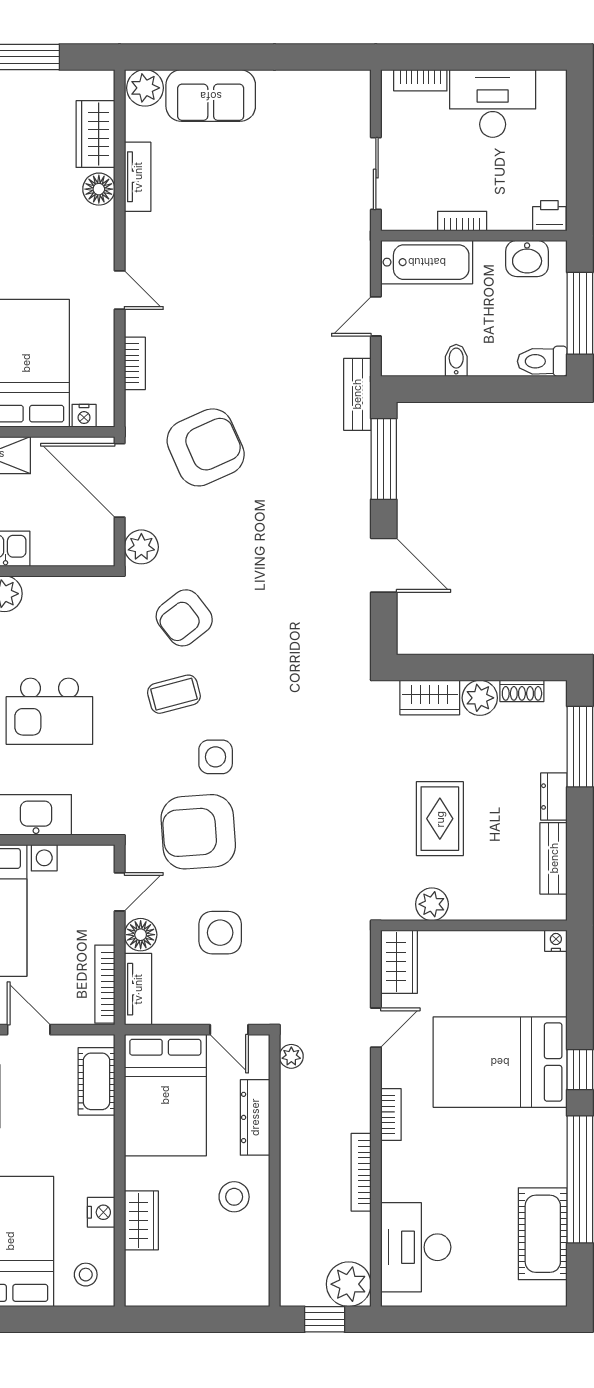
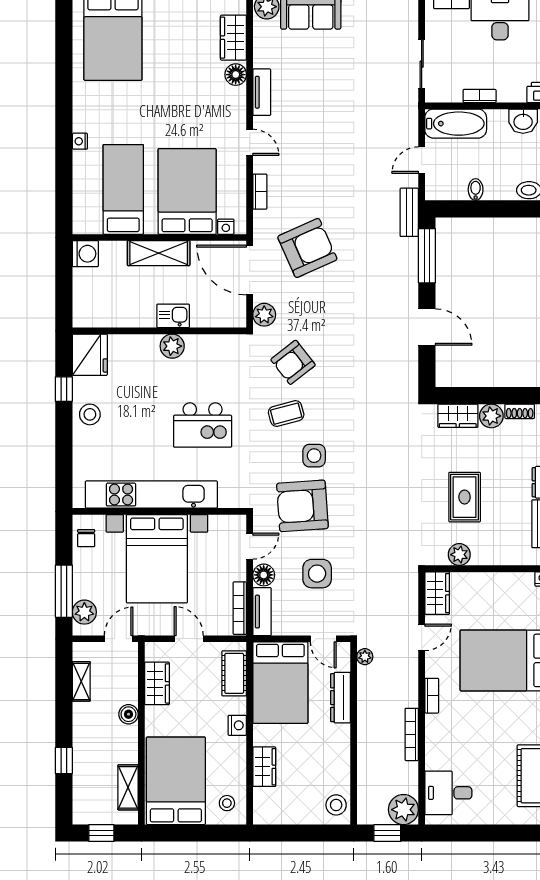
tv unit: (138, 177) -> (262, 92), moved
stool: (234, 1197) -> (336, 805), moved
nightstand: (101, 1212) -> (237, 725), moved
desk: (416, 1247) -> (448, 793), width x0.73

